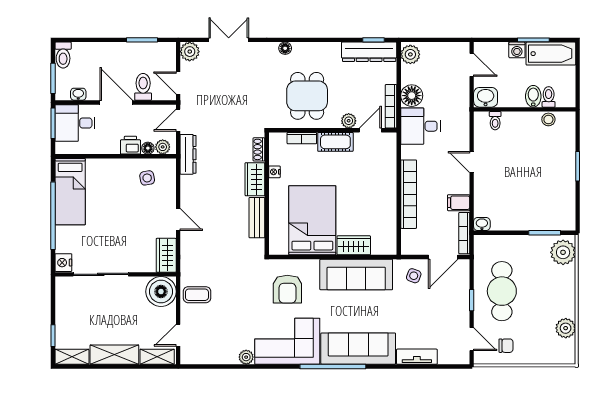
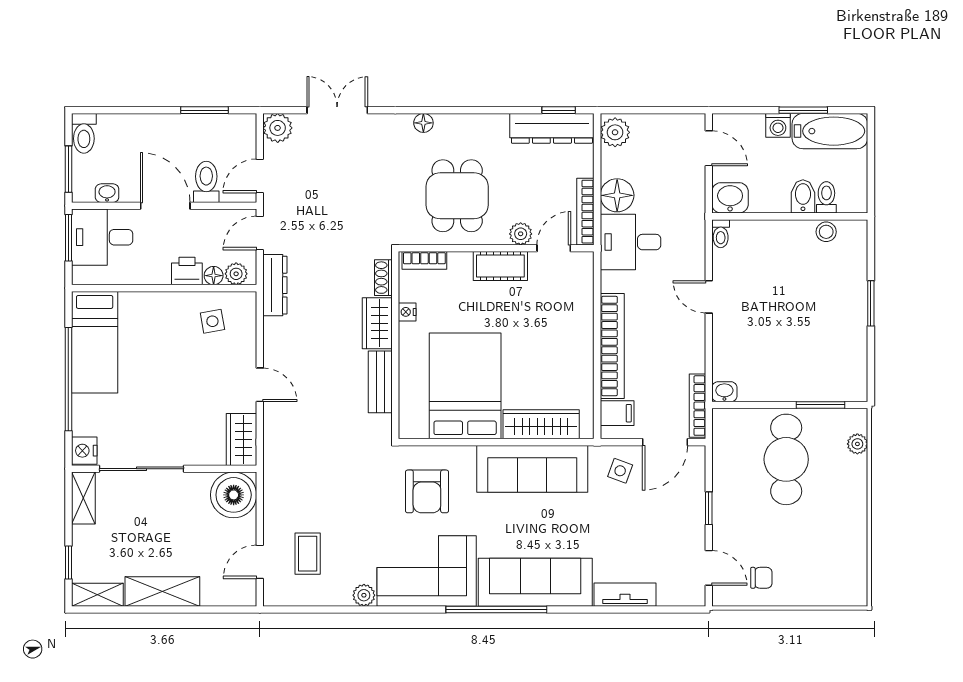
door: (178, 83) -> (260, 176), hinge flipped
toilet: (495, 121) -> (721, 234), moved
bookcase: (302, 138) -> (424, 260), moved
filing cabinet: (459, 203) -> (617, 413), moved, turned 180
wardrobe: (354, 245) -> (541, 424), width x1.50
plant: (563, 252) -> (857, 444), width x0.53, depth x0.53
cafe table: (502, 291) -> (786, 459), moved
coffee table: (197, 295) -> (308, 554), moved, turned 90
plant: (566, 328) -> (852, 551), removed
shelving: (157, 357) -> (83, 498), moved, turned 90

